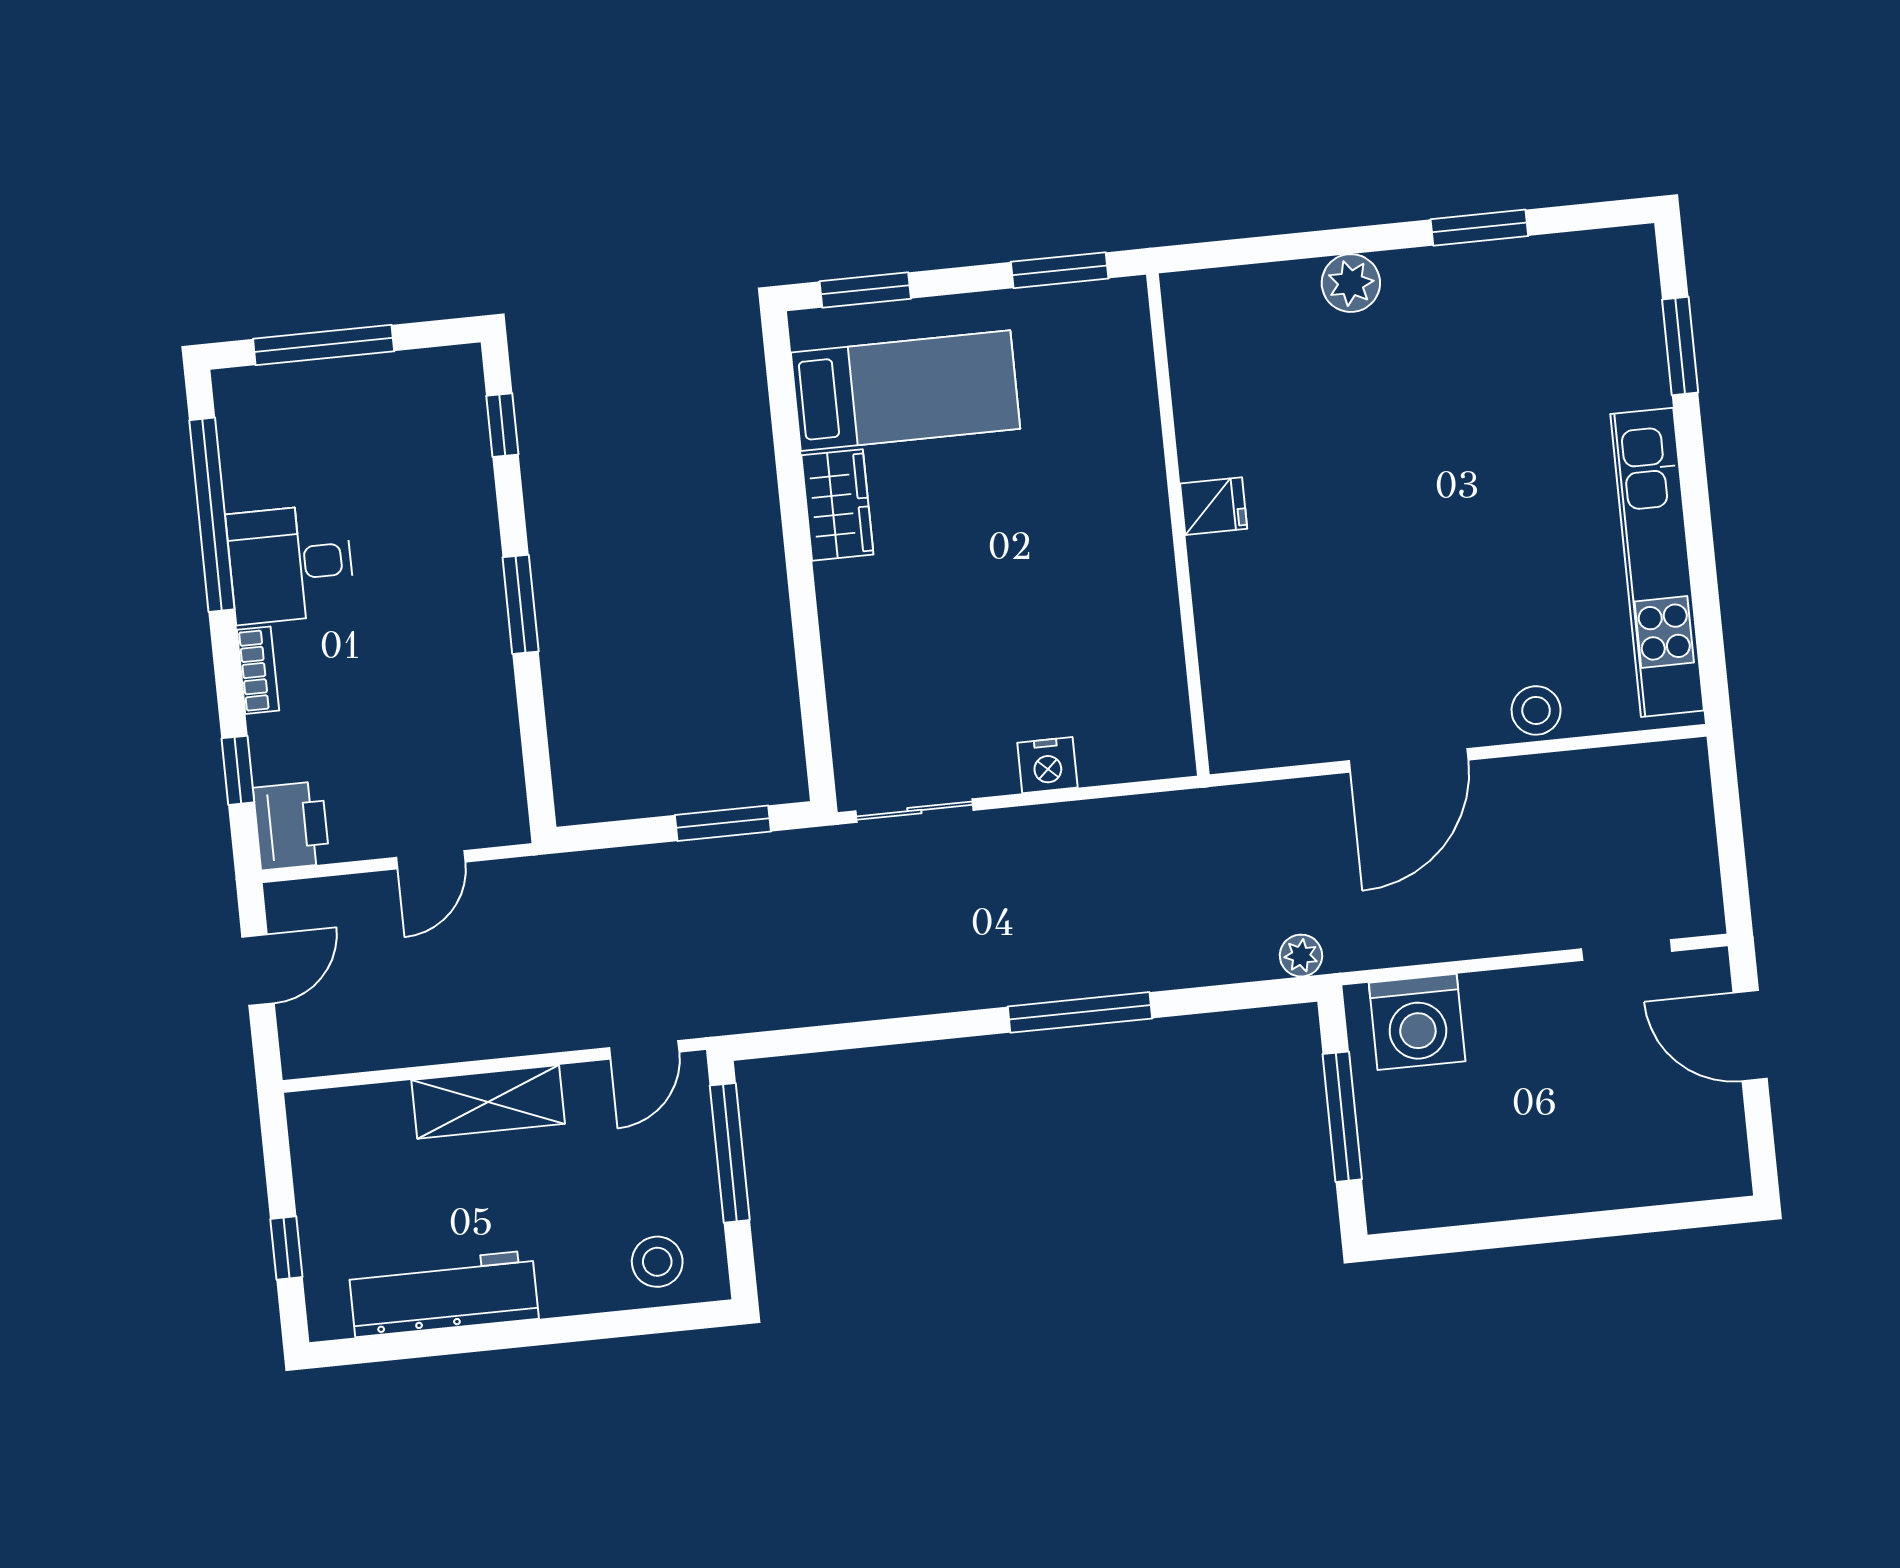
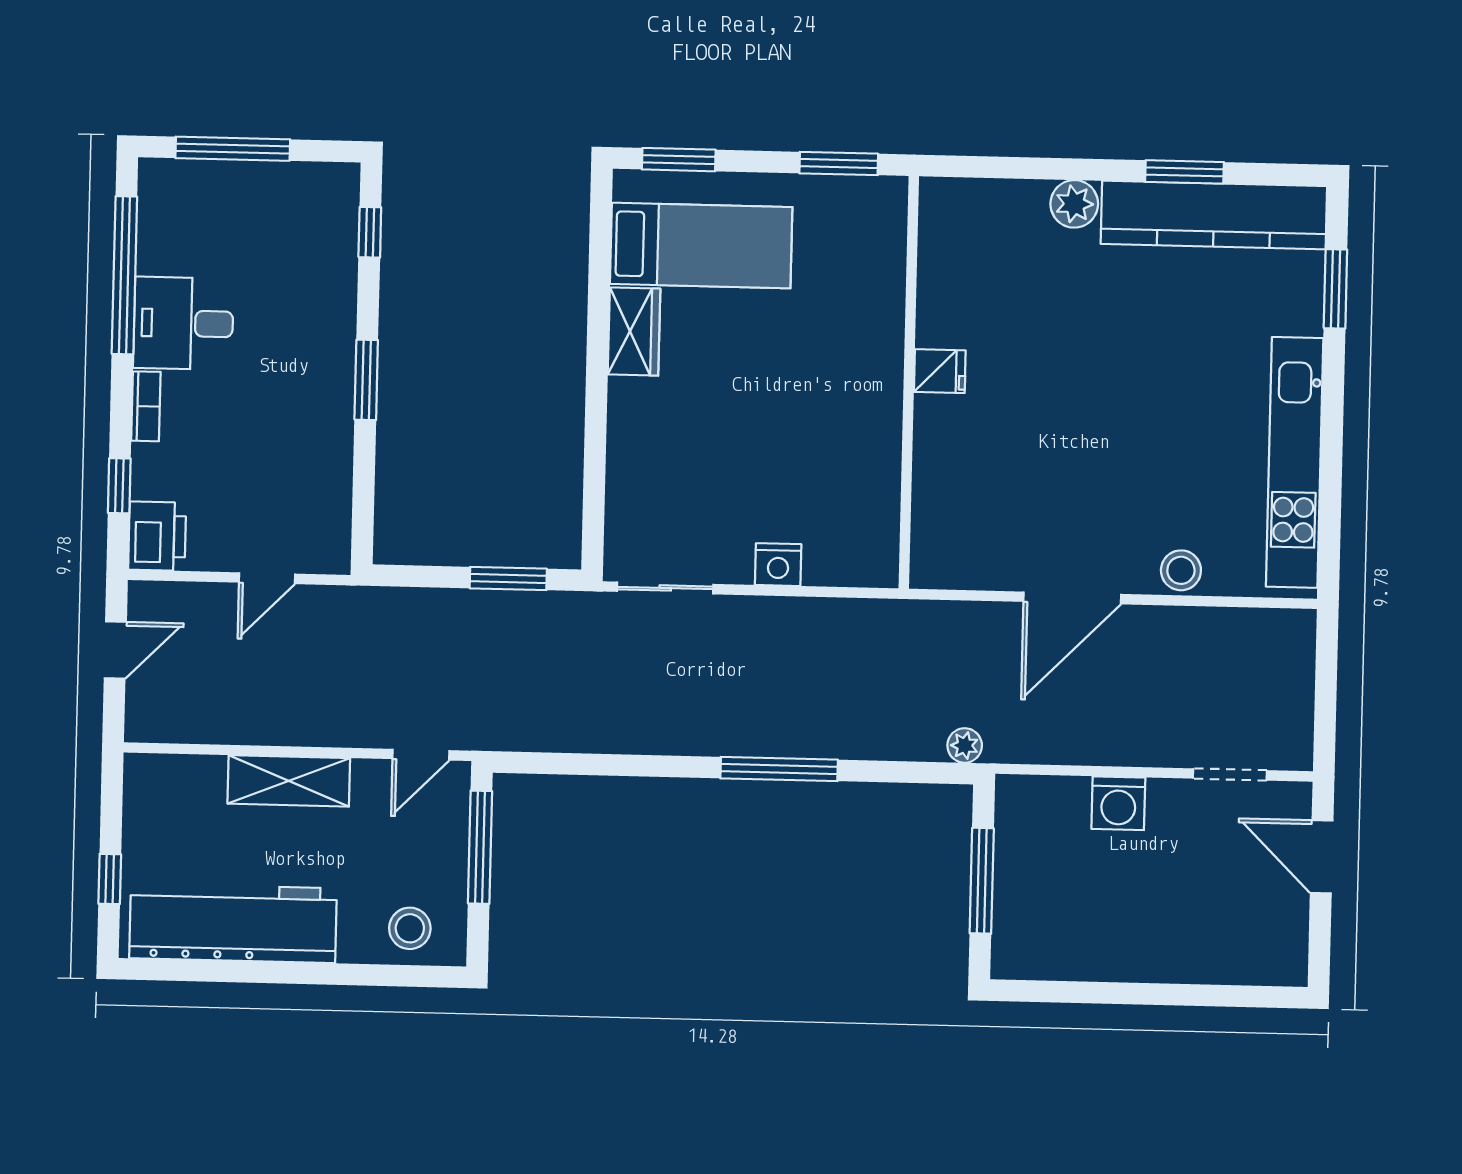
kitchen counter: (1522, 275) -> (1214, 215), added
washing machine: (1417, 1022) -> (1118, 803), moved, width x0.73, depth x0.73
workbench: (444, 1294) -> (233, 923), width x1.36, depth x1.32

